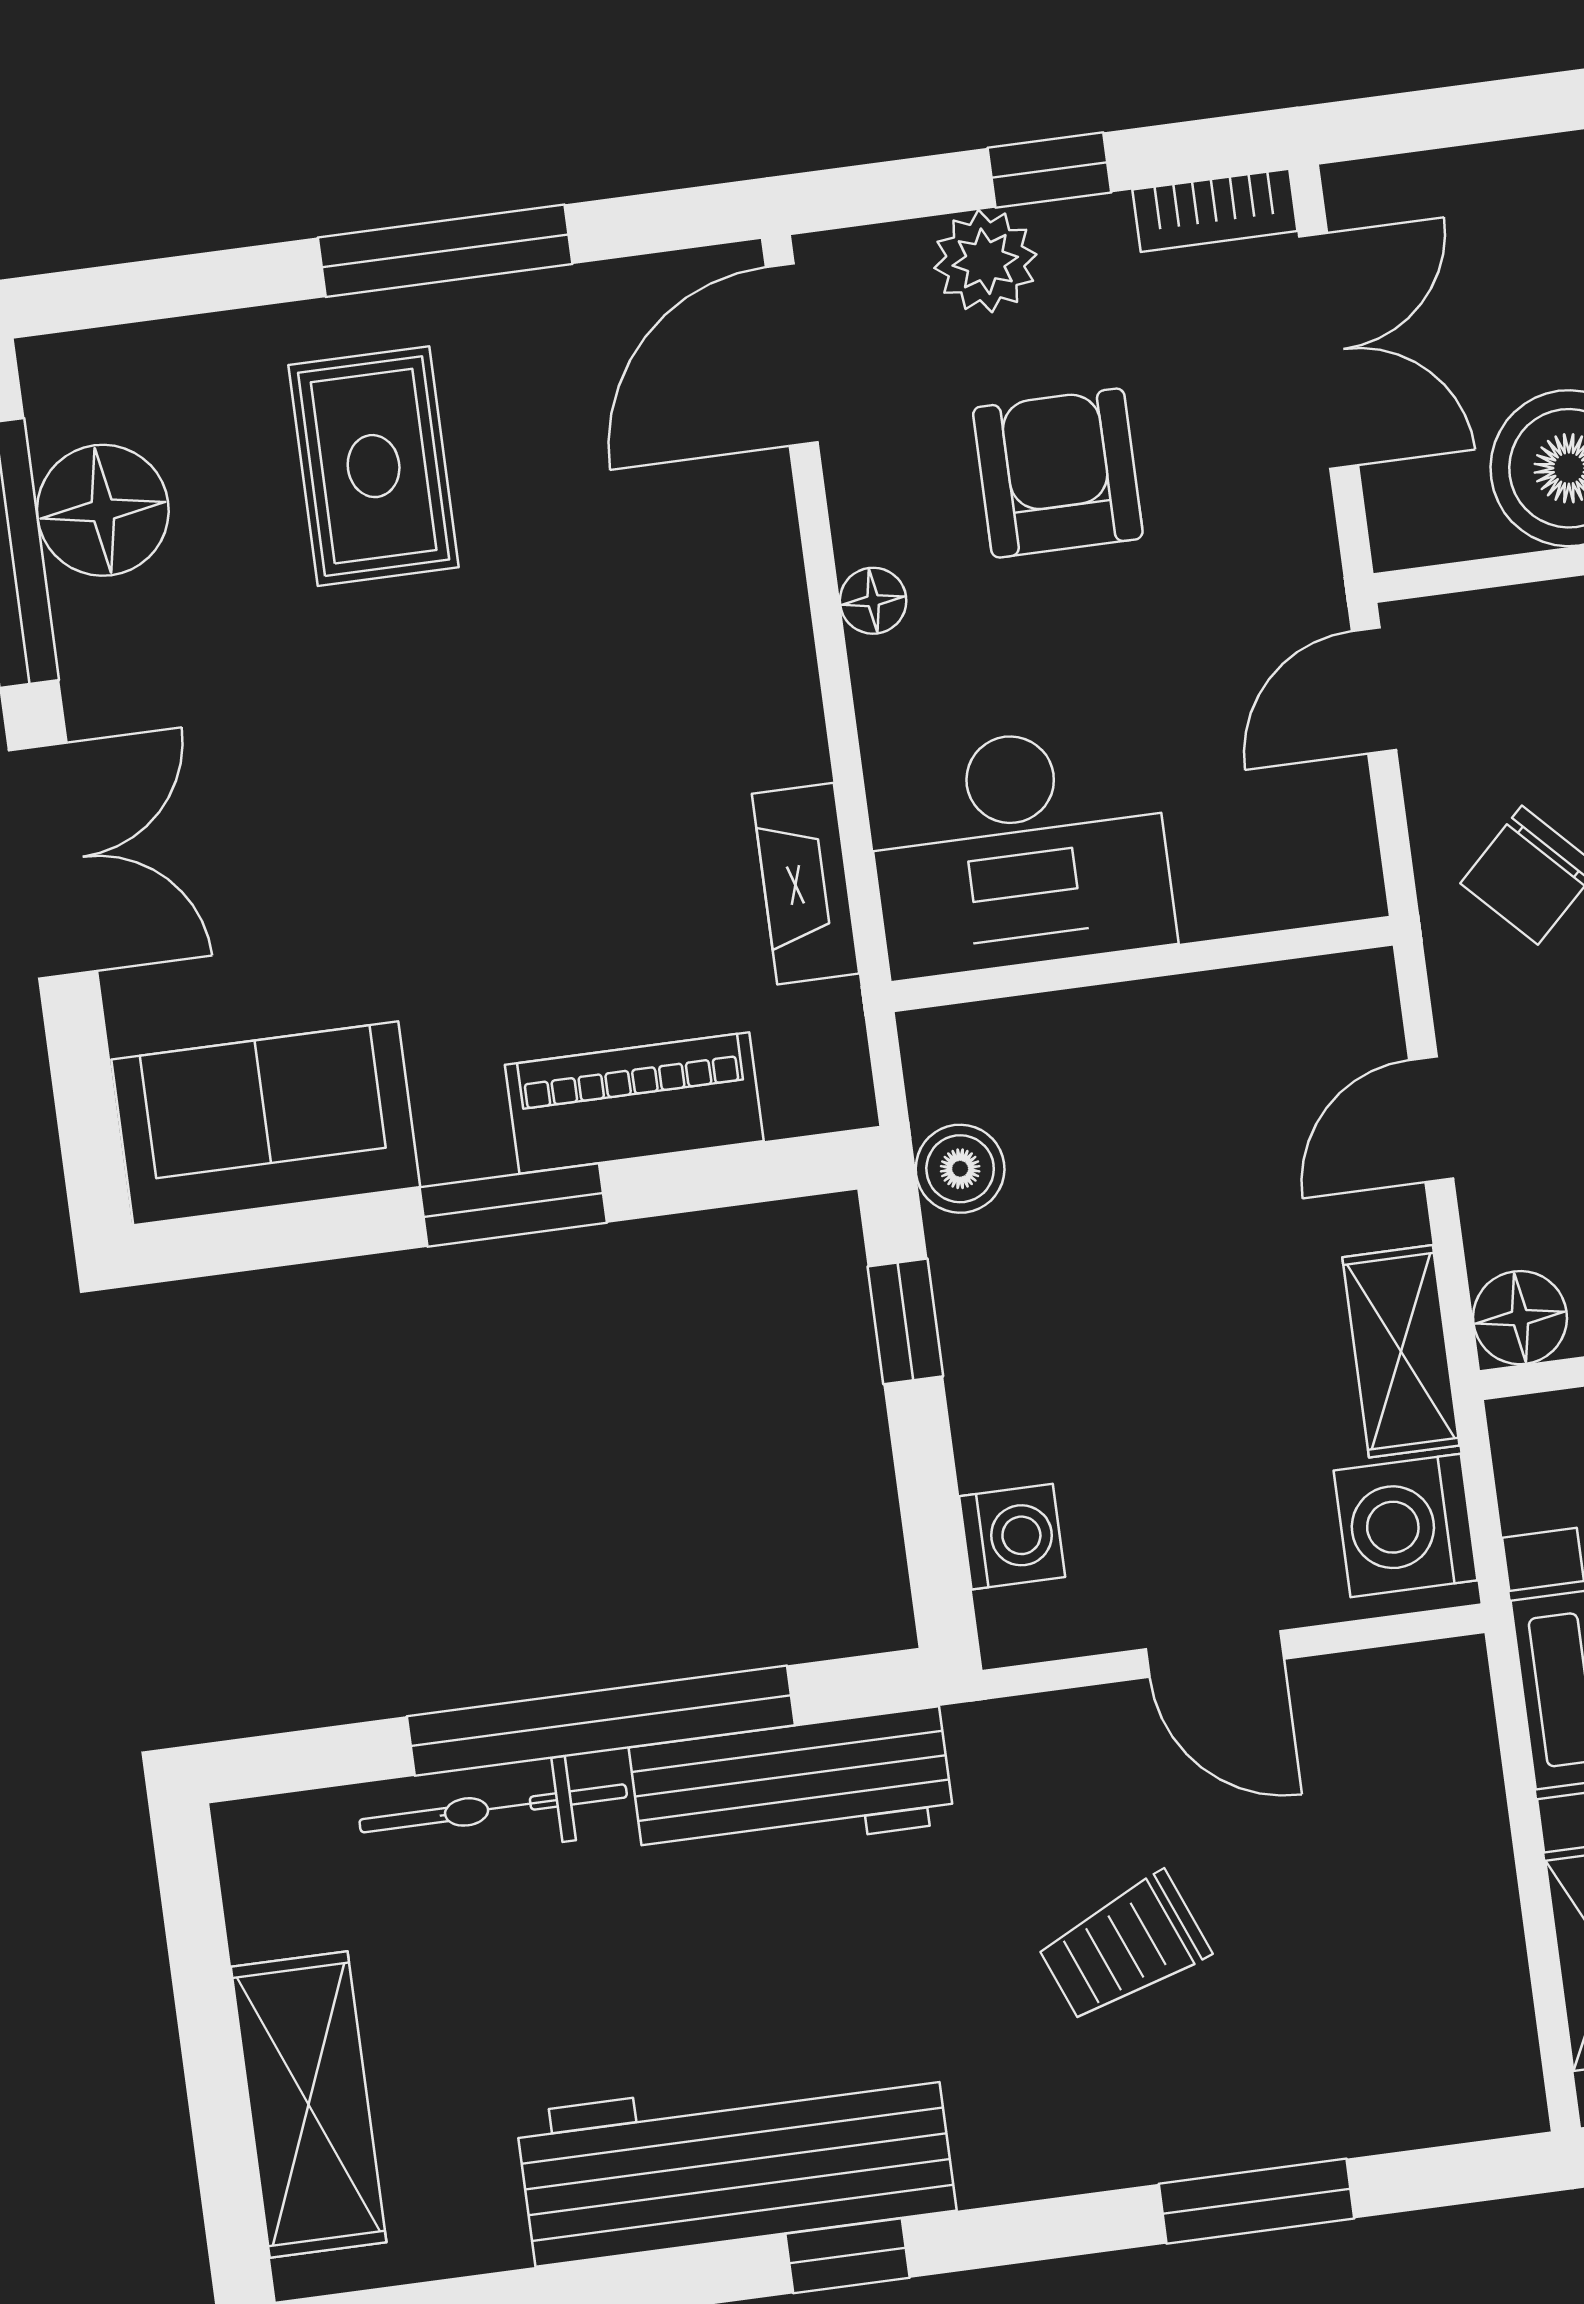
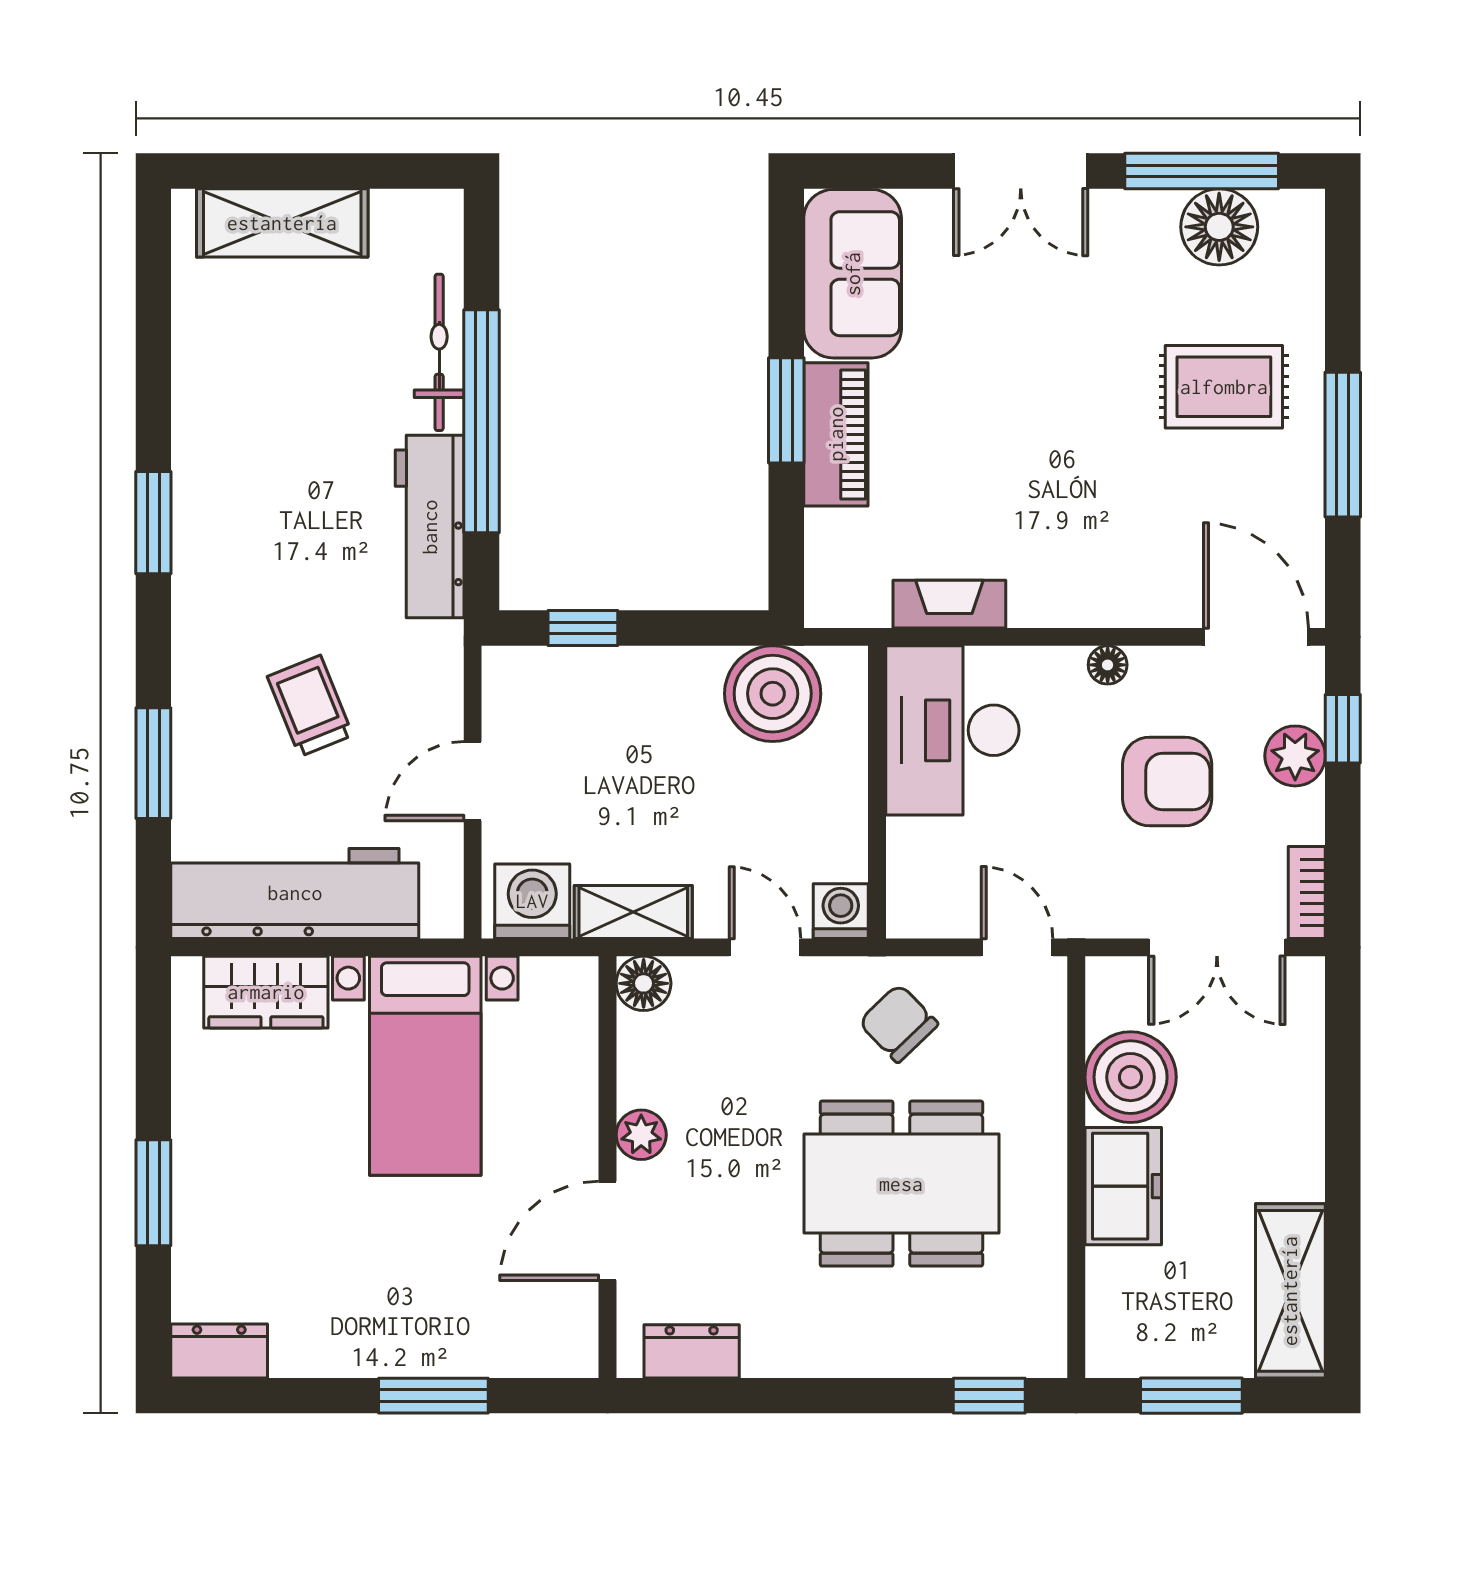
window: (1049, 170) -> (1343, 729), moved
piano: (634, 1103) -> (836, 434), moved
boiler: (960, 1169) -> (773, 694), width x1.86, depth x1.86
window: (905, 1321) -> (583, 628), moved
washing machine: (1012, 1537) -> (841, 911), moved, turned 180
workbench: (736, 2162) -> (295, 893), moved, turned -90
window: (847, 2256) -> (153, 523), width x1.50

